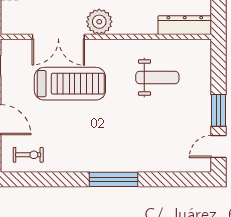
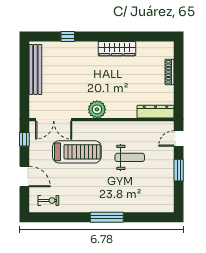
double door: (58, 37) -> (54, 120), moved
weight bench: (157, 78) -> (130, 157), moved
door: (219, 146) -> (179, 138), moved

